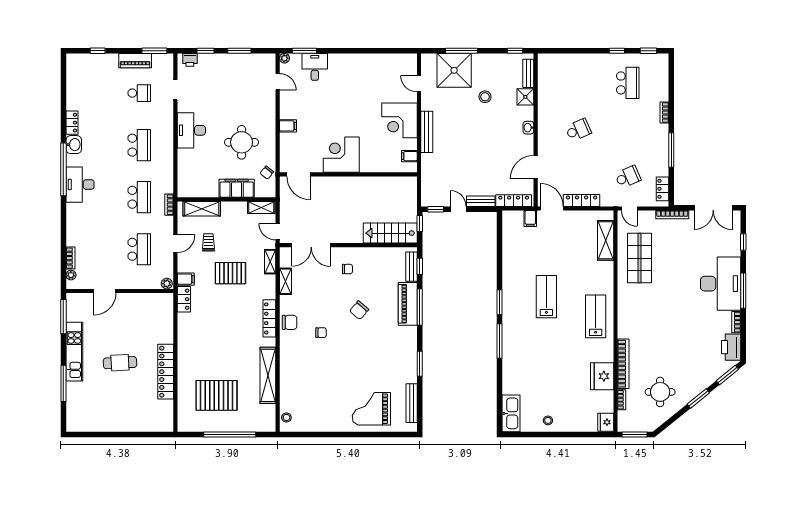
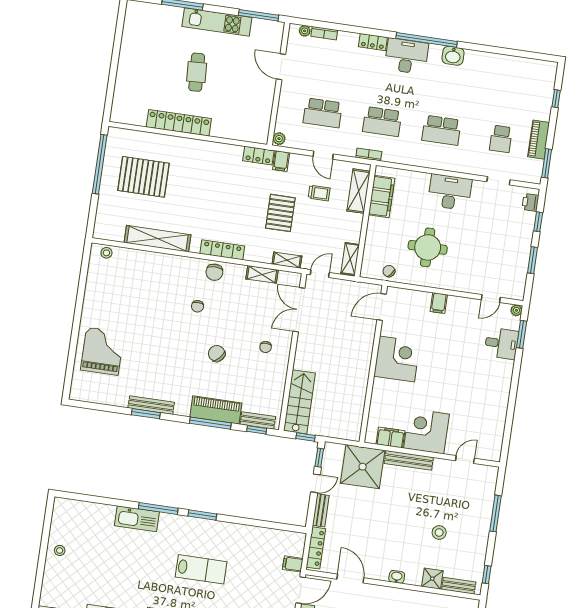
shower: (454, 70) -> (363, 467), moved
locker: (72, 123) -> (373, 42), moved
filing cabinet: (409, 156) -> (391, 437), width x2.00
filing cabinet: (237, 188) -> (382, 197), moved
pallet: (217, 395) -> (143, 177), turned 90
bench: (412, 403) -> (151, 405), moved
kitchen sink: (511, 413) -> (137, 519), moved
window: (230, 434) -> (100, 164), moved

